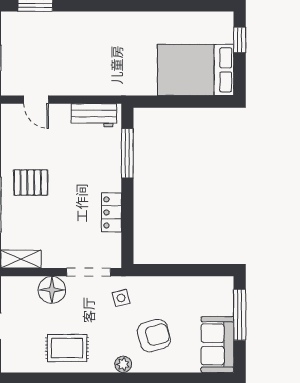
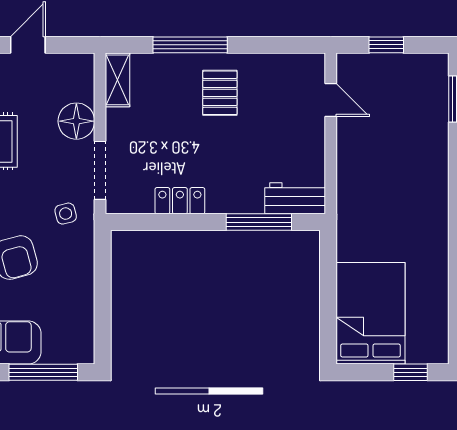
door: (36, 100) -> (331, 100), swing flipped
workbench: (94, 115) -> (295, 198), moved, turned 90

